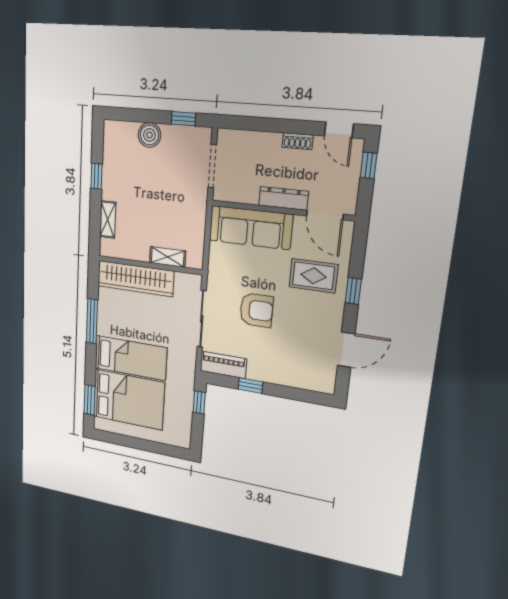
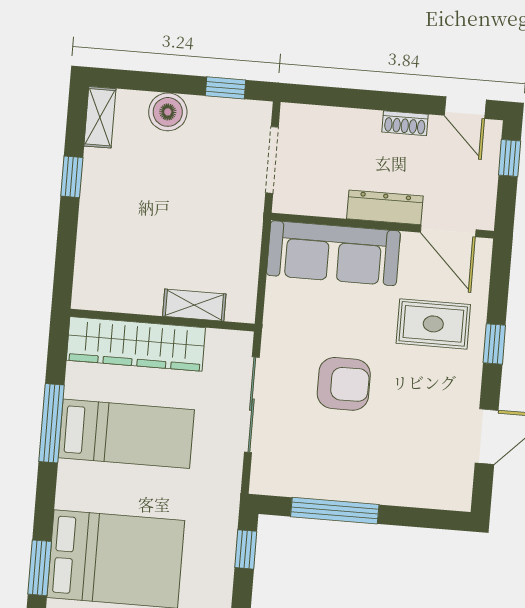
shelving: (108, 219) -> (100, 117), moved
bed: (131, 358) -> (126, 434), moved
piano: (223, 365) -> (288, 480), removed
window: (250, 386) -> (335, 511), width x2.17

